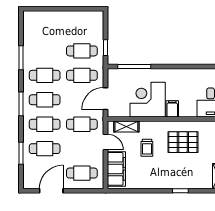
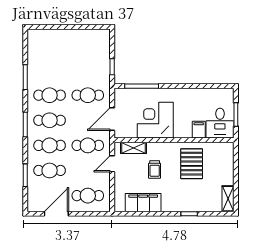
cafe table: (82, 51) -> (88, 70), removed
filing cabinet: (172, 109) -> (199, 130), moved
door: (106, 142) -> (112, 164), swing flipped
pallet: (183, 142) -> (192, 164), turned 90
filing cabinet: (116, 169) -> (143, 203), moved, turned -90

